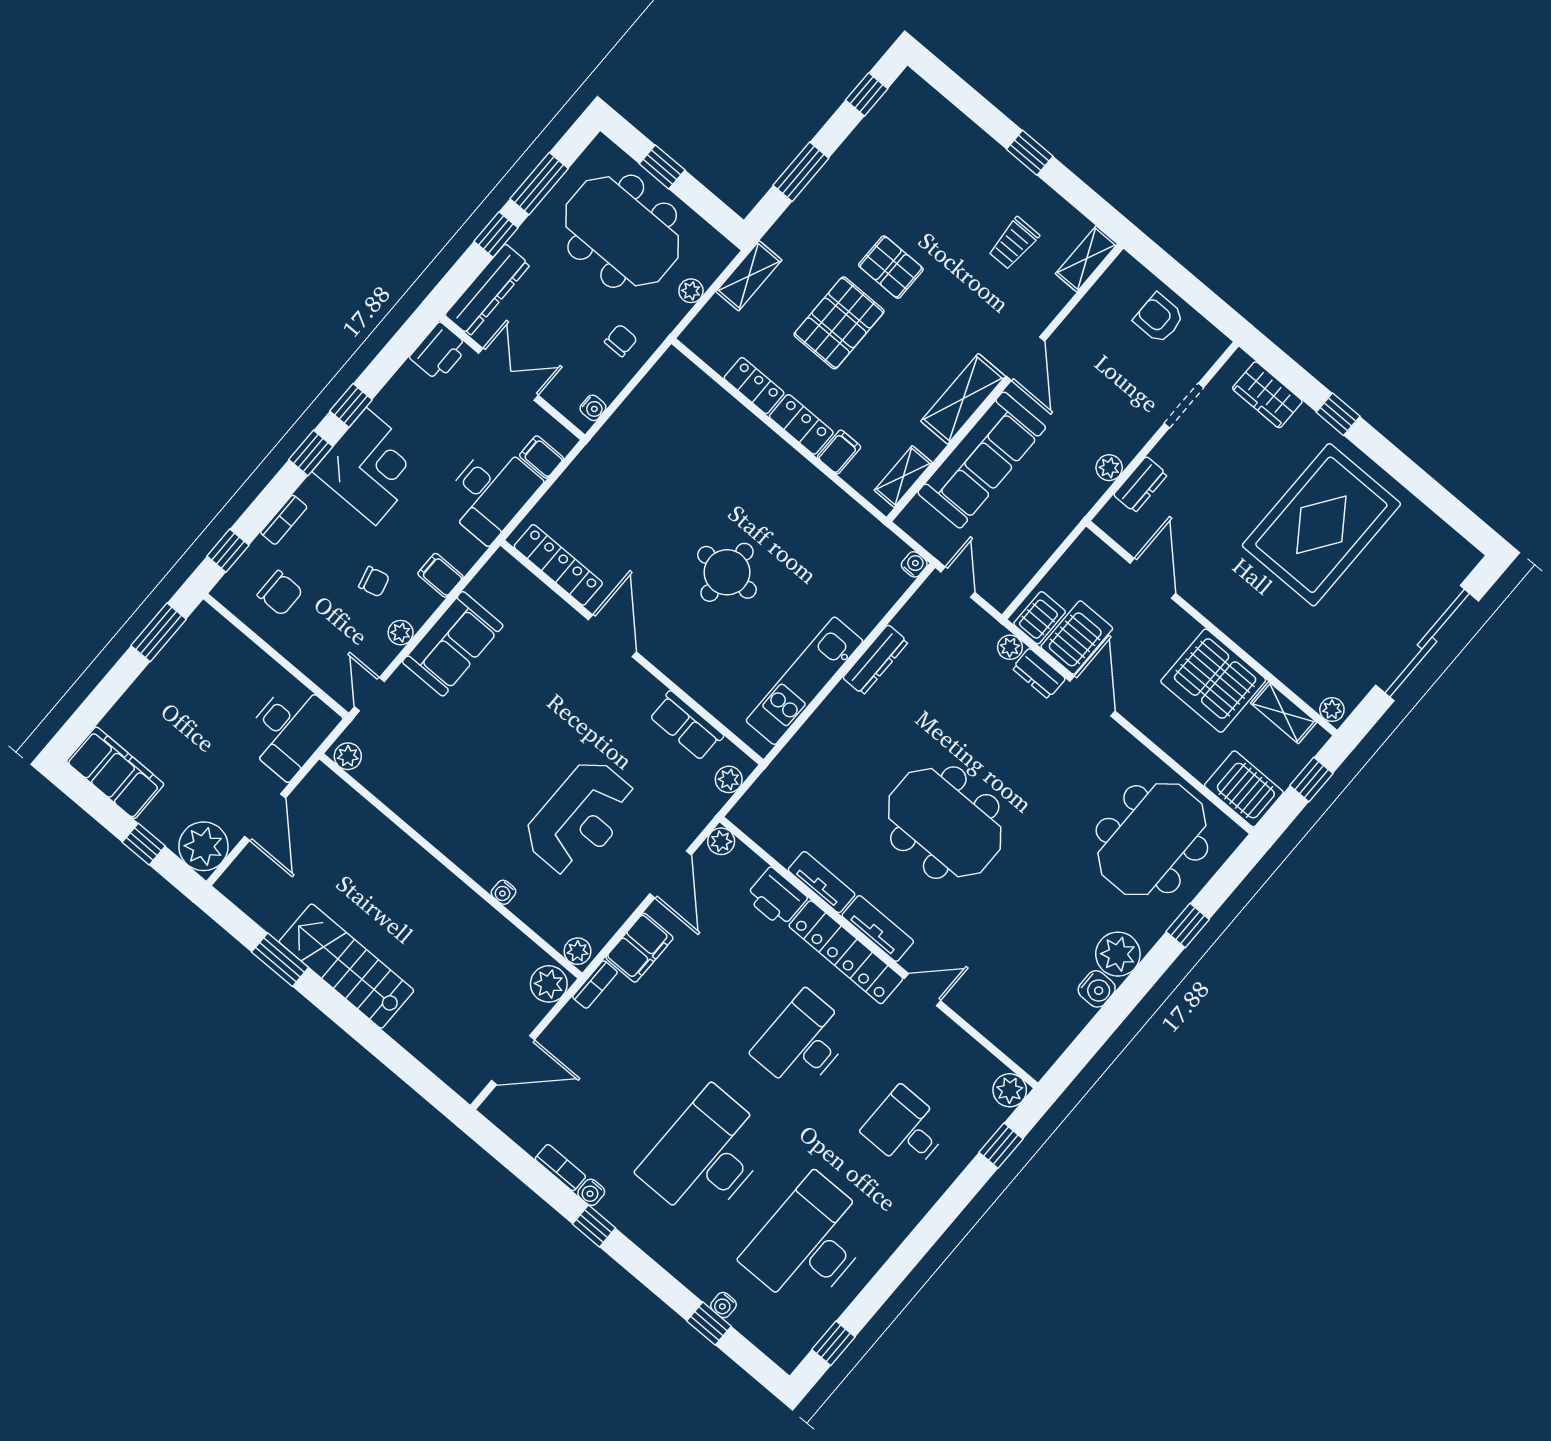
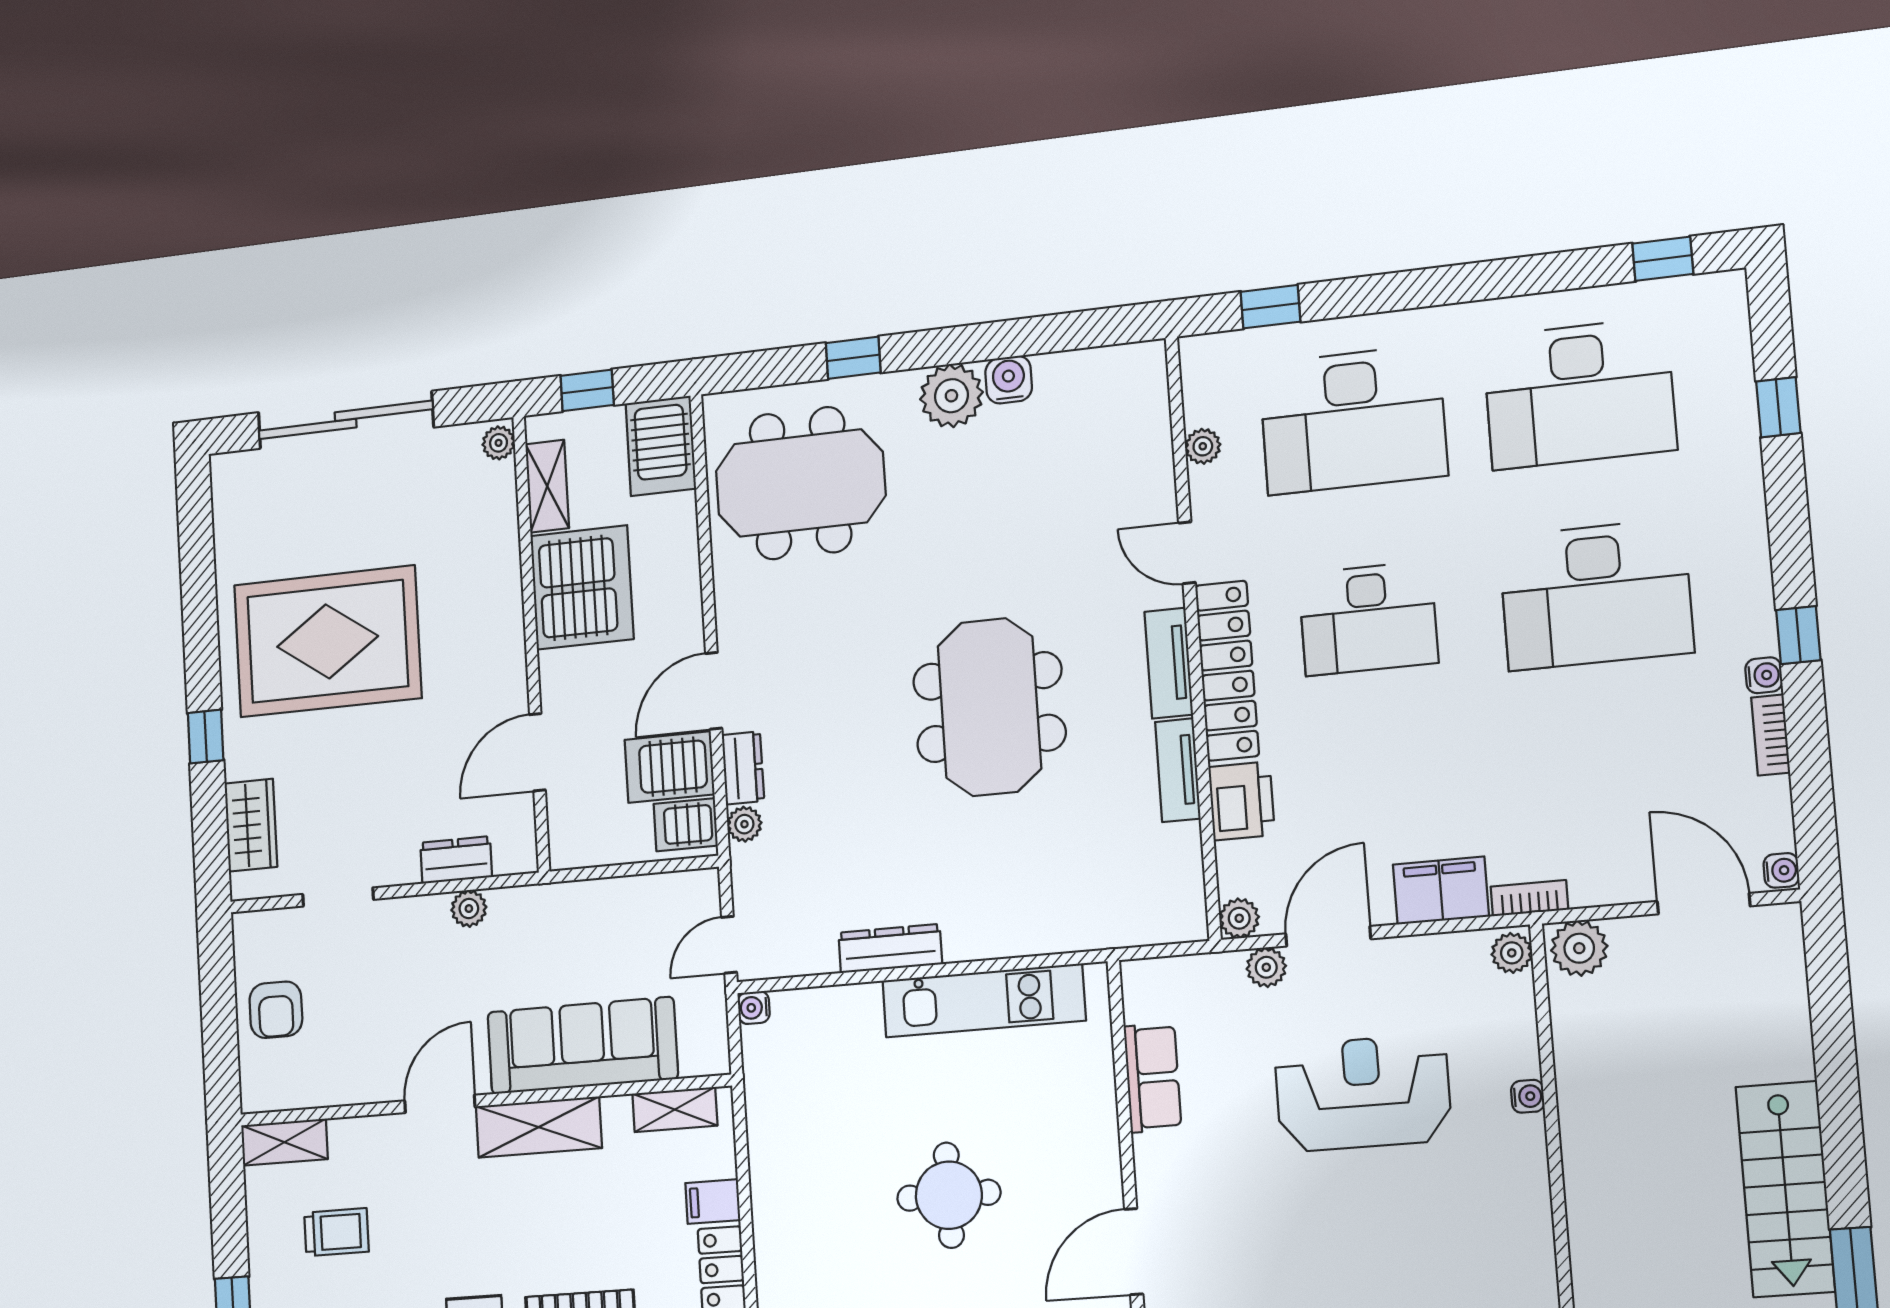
plant: (729, 779) -> (1266, 967), moved
plant: (1010, 1090) -> (1203, 446), moved, width x0.73, depth x0.73
desk: (906, 1129) -> (1353, 420), width x1.87, depth x1.30
water cooler: (723, 1305) -> (1781, 870), moved

